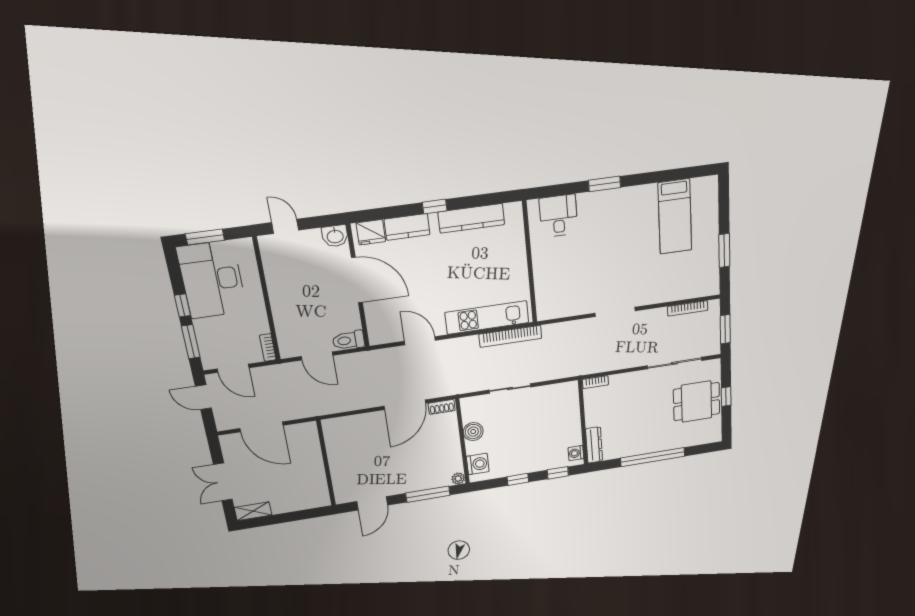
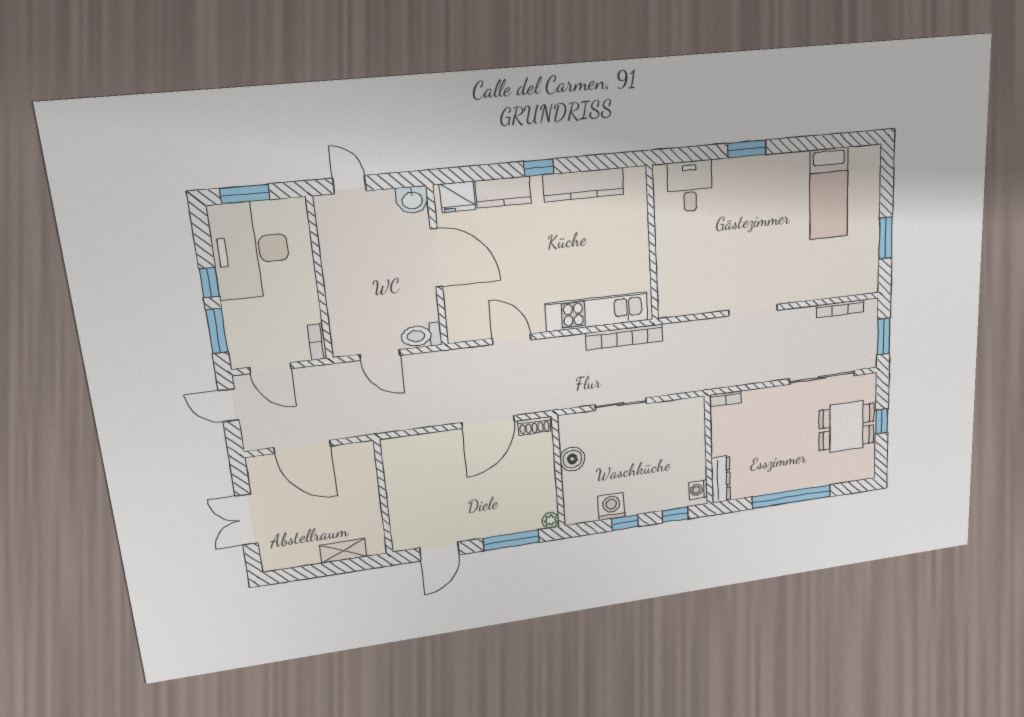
washing machine: (478, 464) -> (611, 507), moved, turned -90
shelving: (253, 511) -> (343, 551), moved

